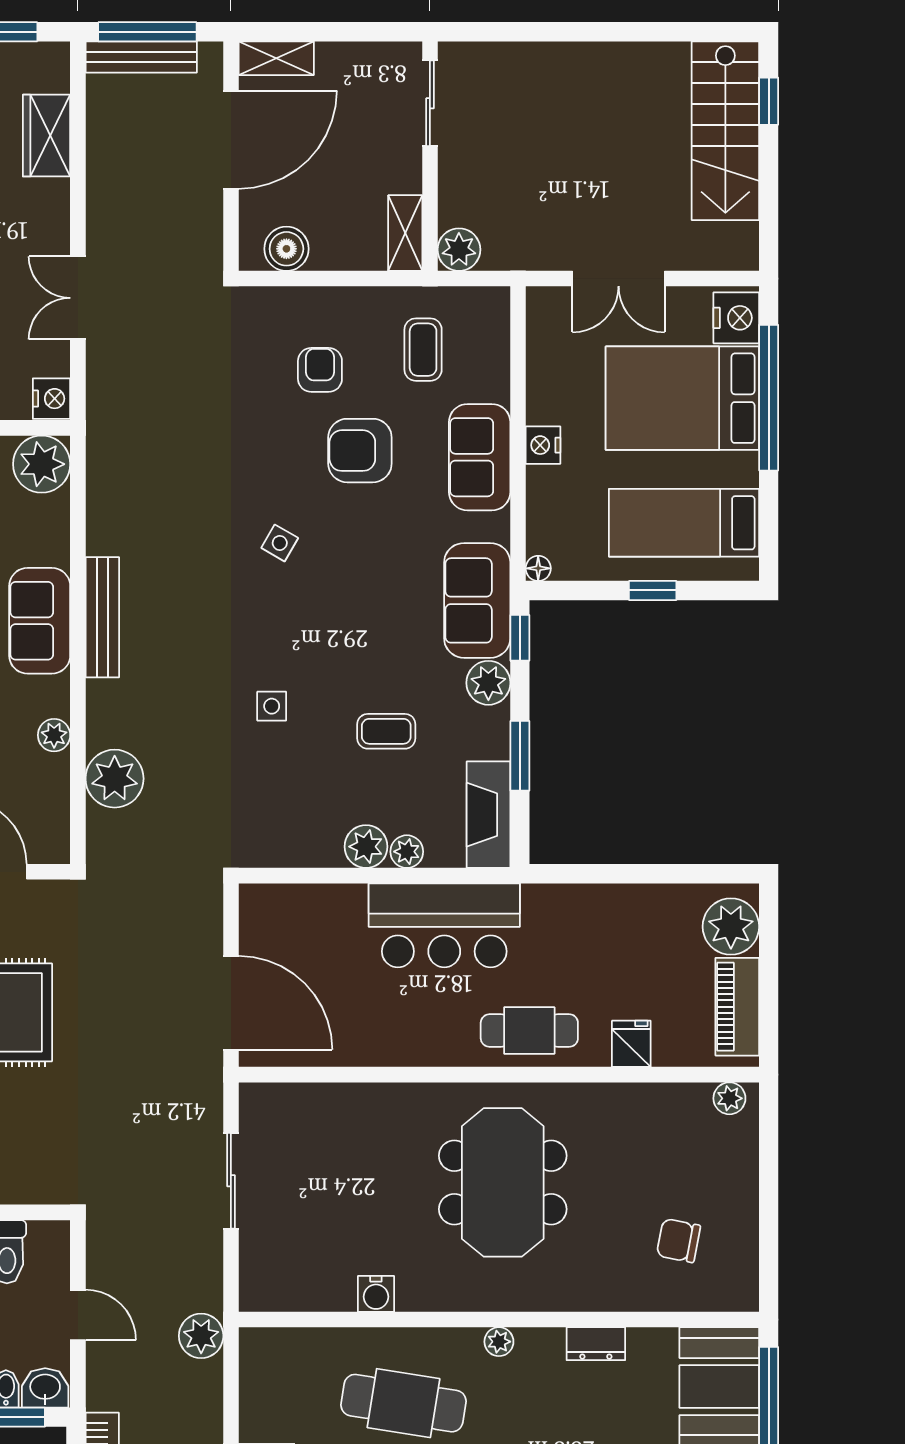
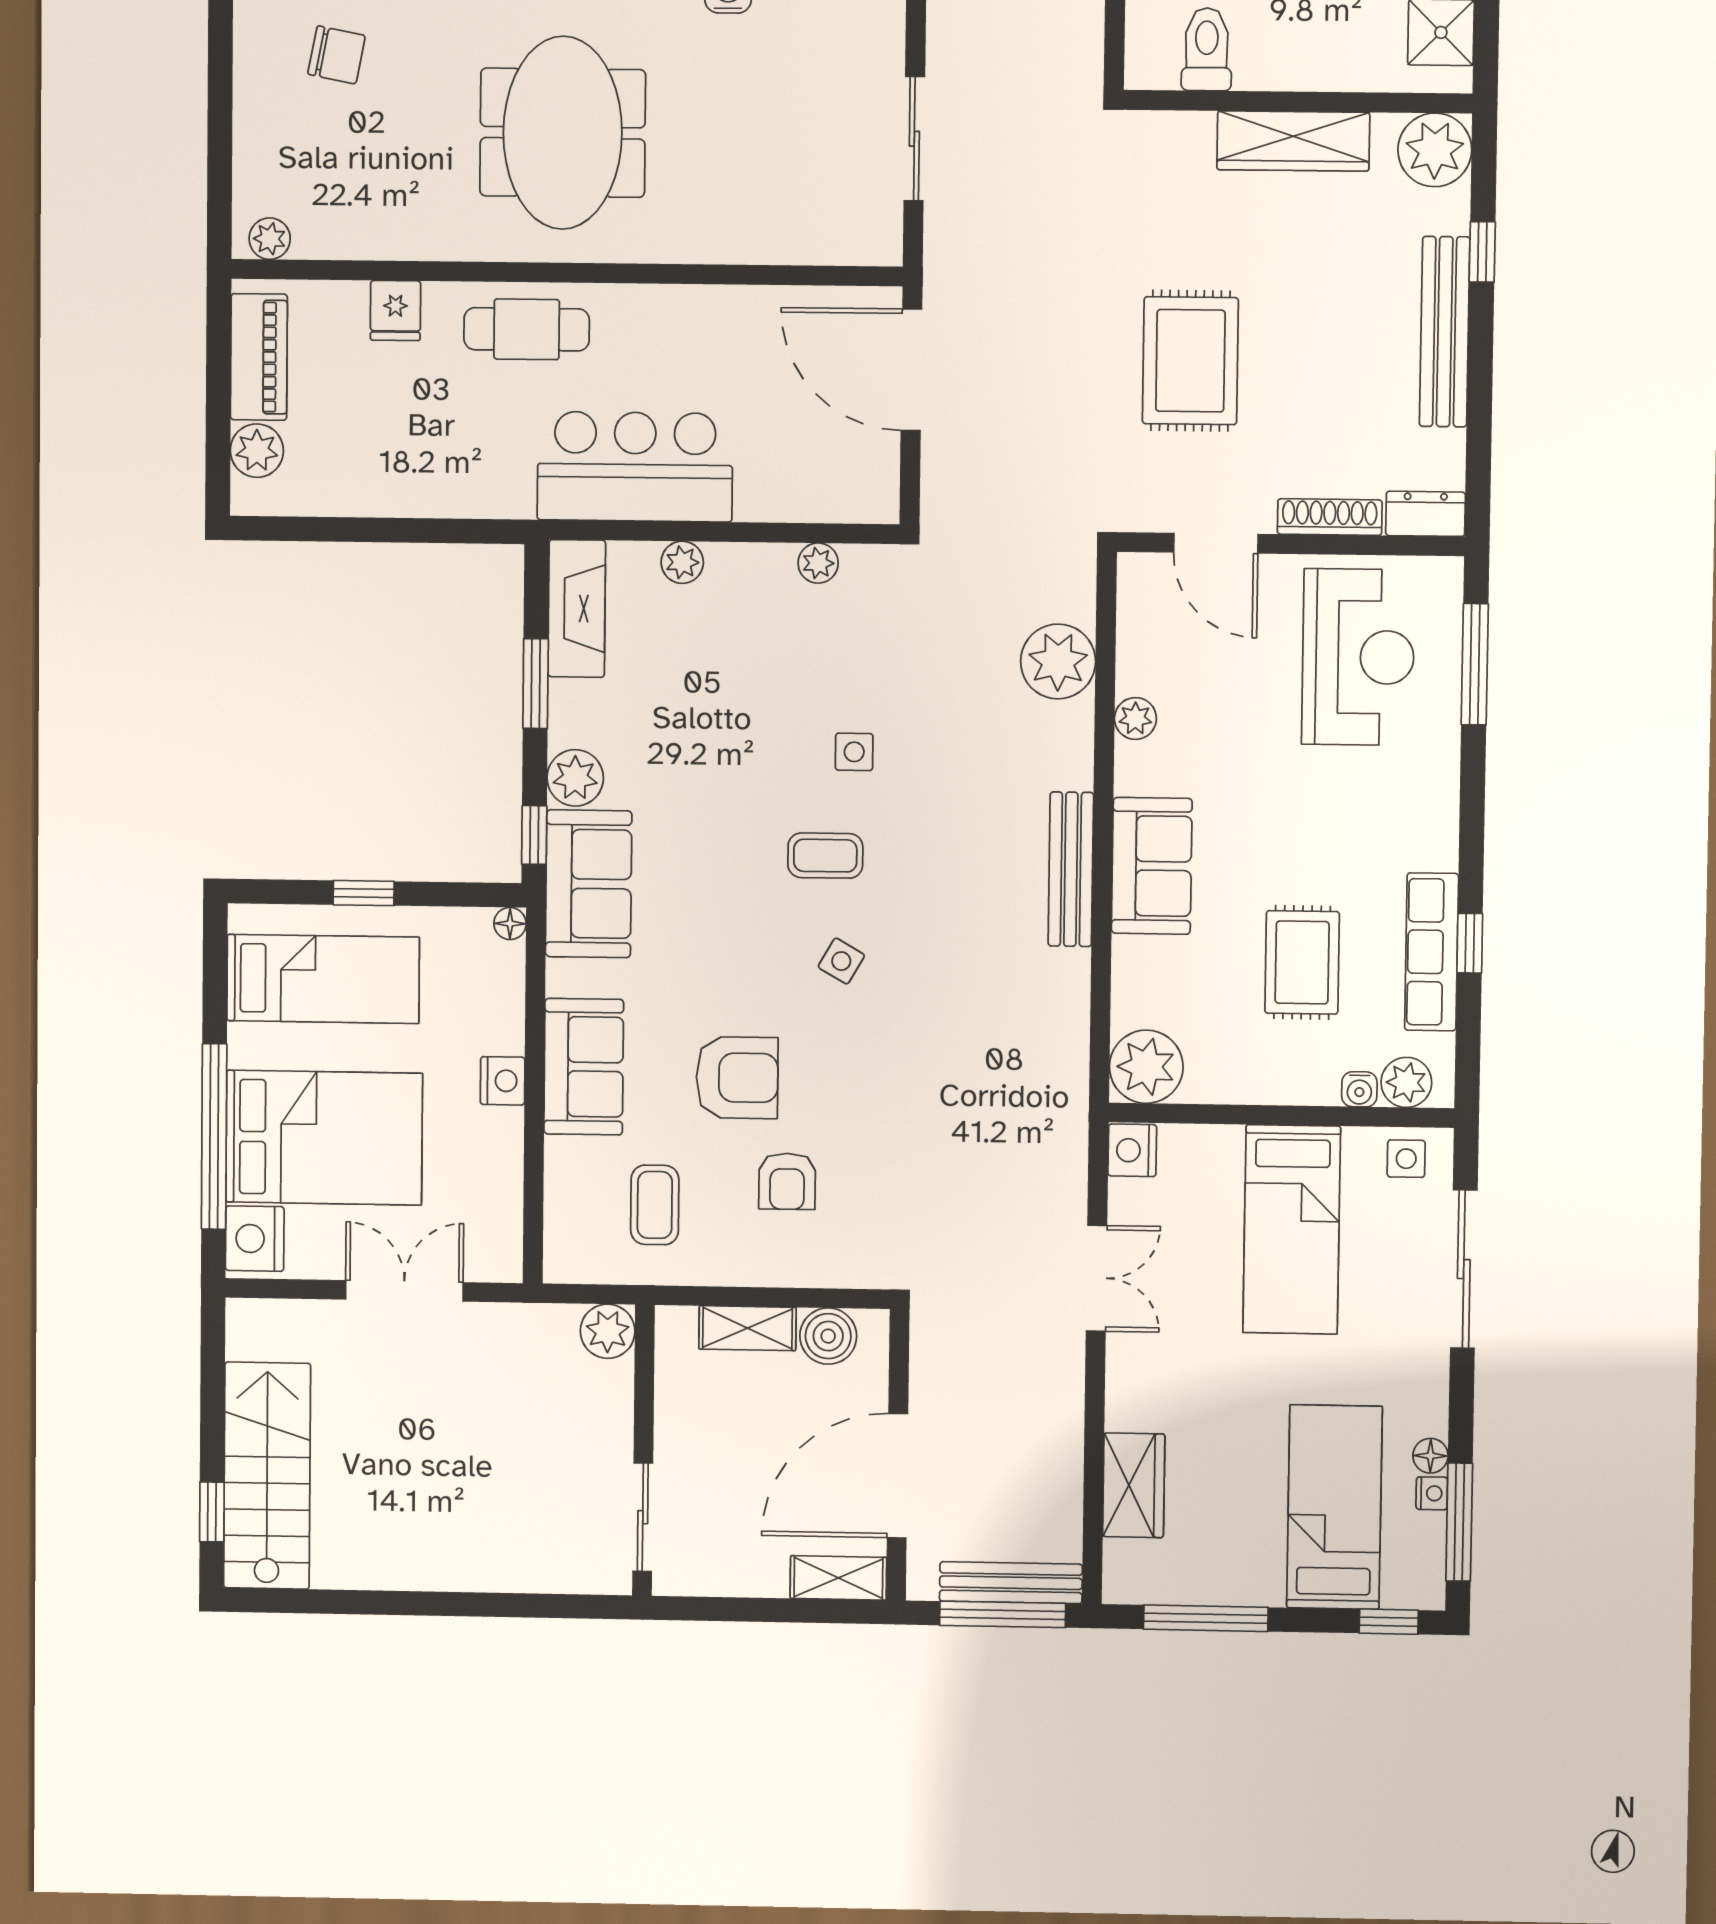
shelving: (405, 233) -> (748, 1328), moved, turned 90
coffee table: (386, 731) -> (825, 856), moved
plant: (366, 847) -> (818, 563), moved, width x0.73, depth x0.73
plant: (731, 927) -> (257, 451), width x0.73, depth x0.73

